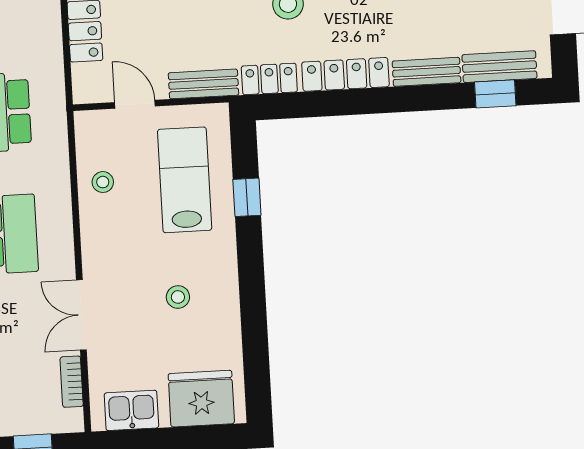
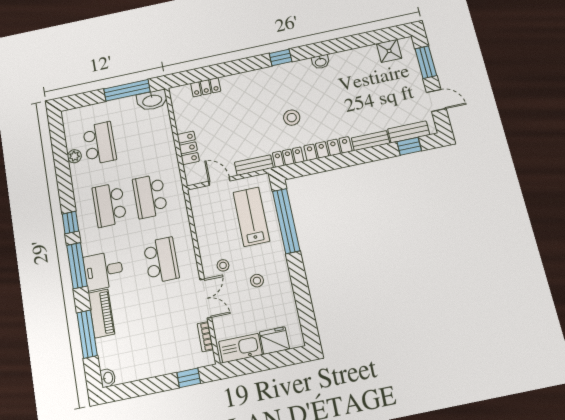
stool: (103, 182) -> (223, 265), moved
window: (247, 197) -> (286, 221), width x3.17
double door: (81, 315) -> (206, 298), swing flipped
fridge: (201, 399) -> (274, 340), width x0.73, depth x0.75
kitchen sink: (131, 410) -> (240, 348), width x1.38

